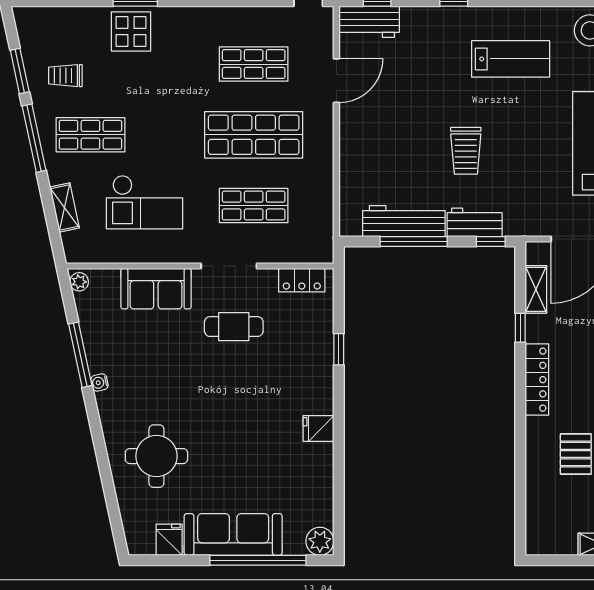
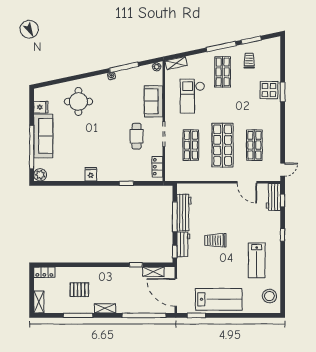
shelving: (64, 207) -> (176, 63), moved
locker: (537, 380) -> (44, 272), moved, width x0.66

